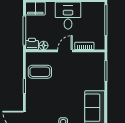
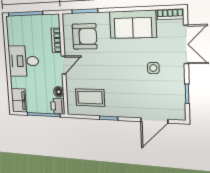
door: (65, 51) -> (63, 65), swing flipped
armchair: (87, 70) -> (85, 36), added
coffee table: (40, 72) -> (90, 97), turned 90

